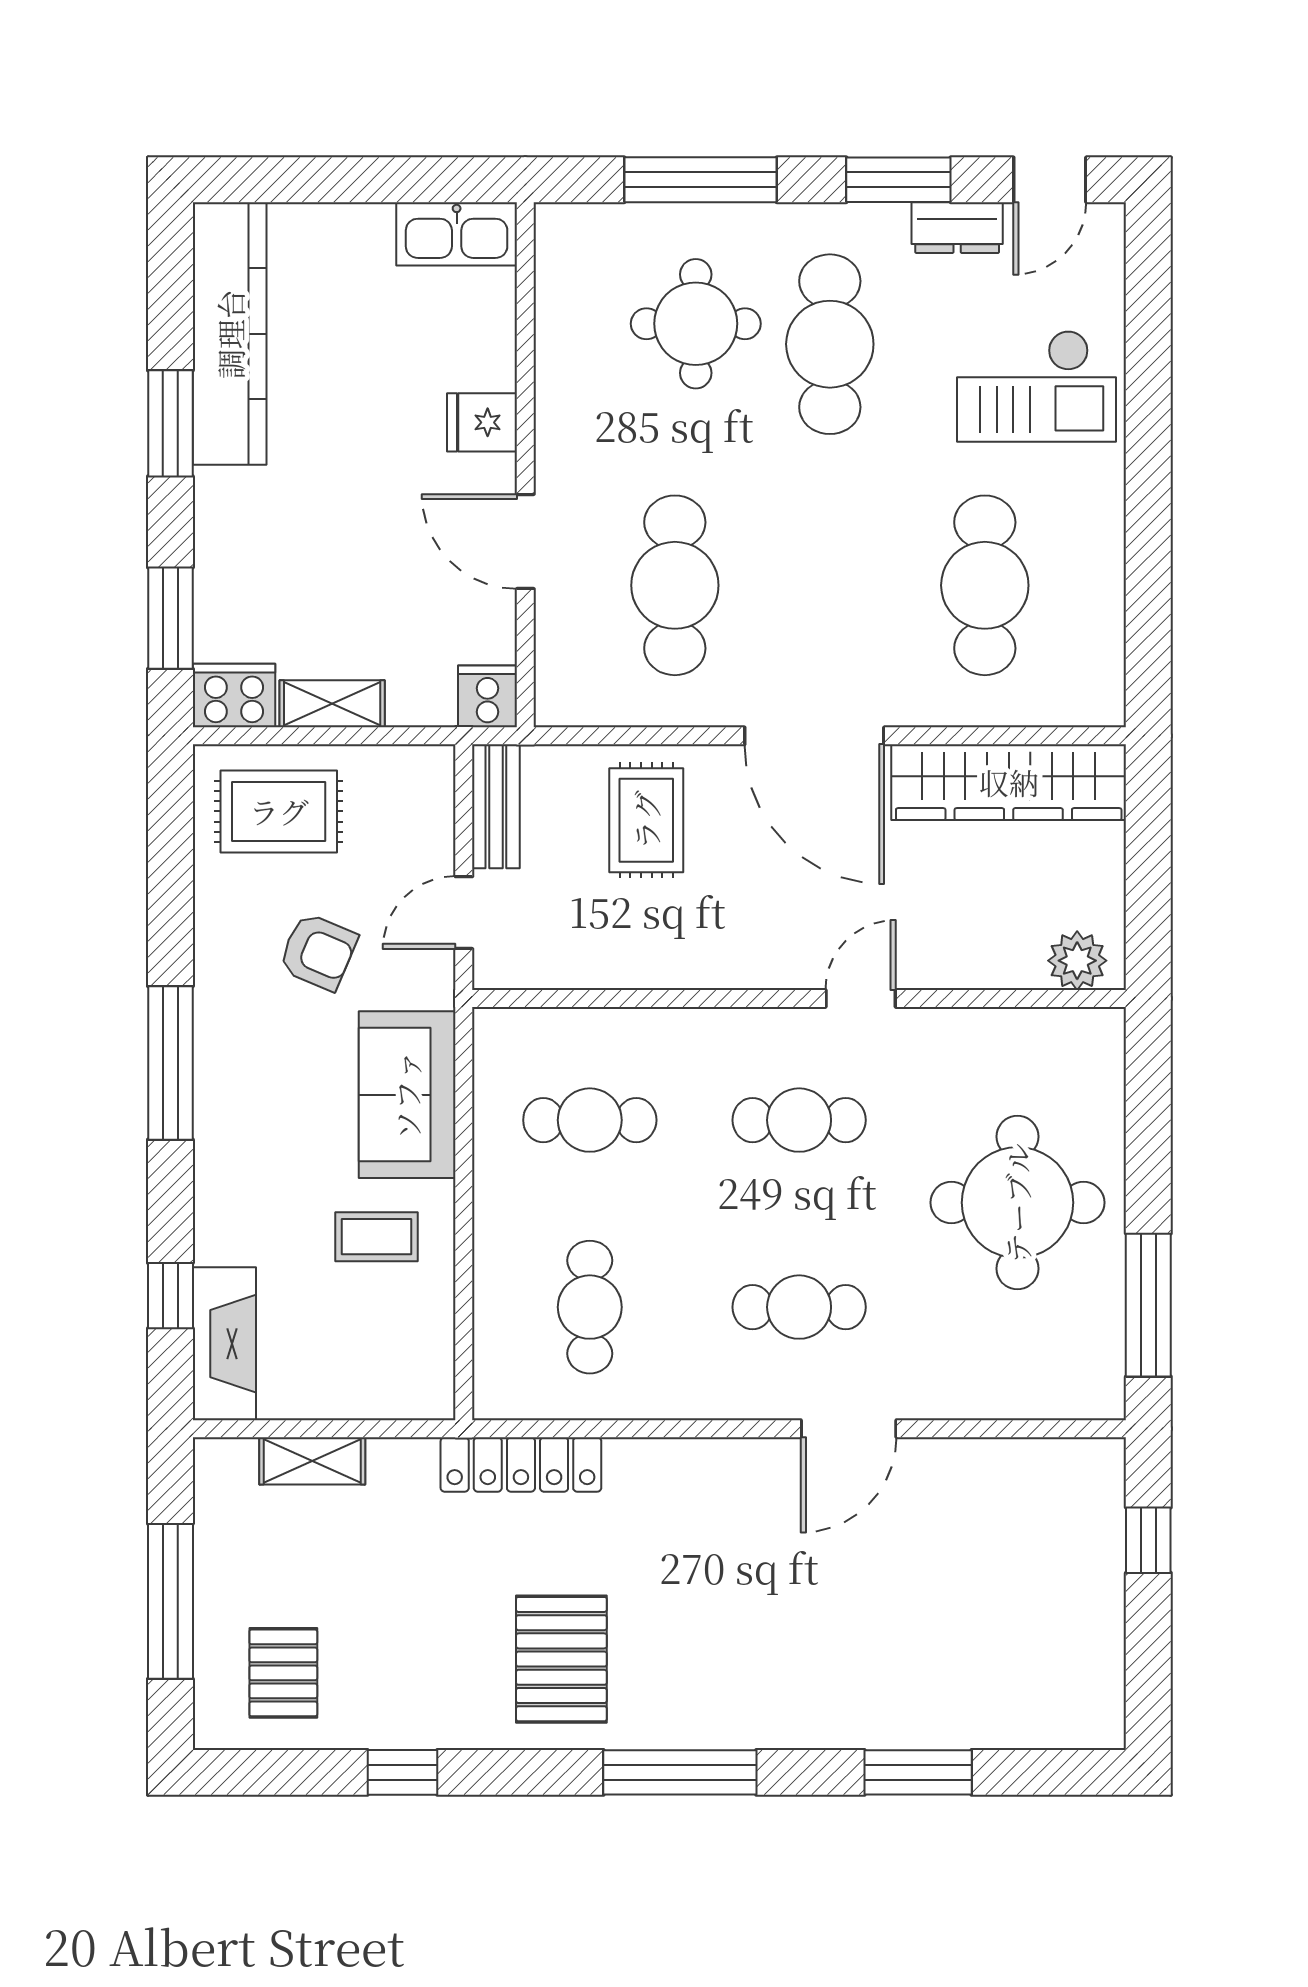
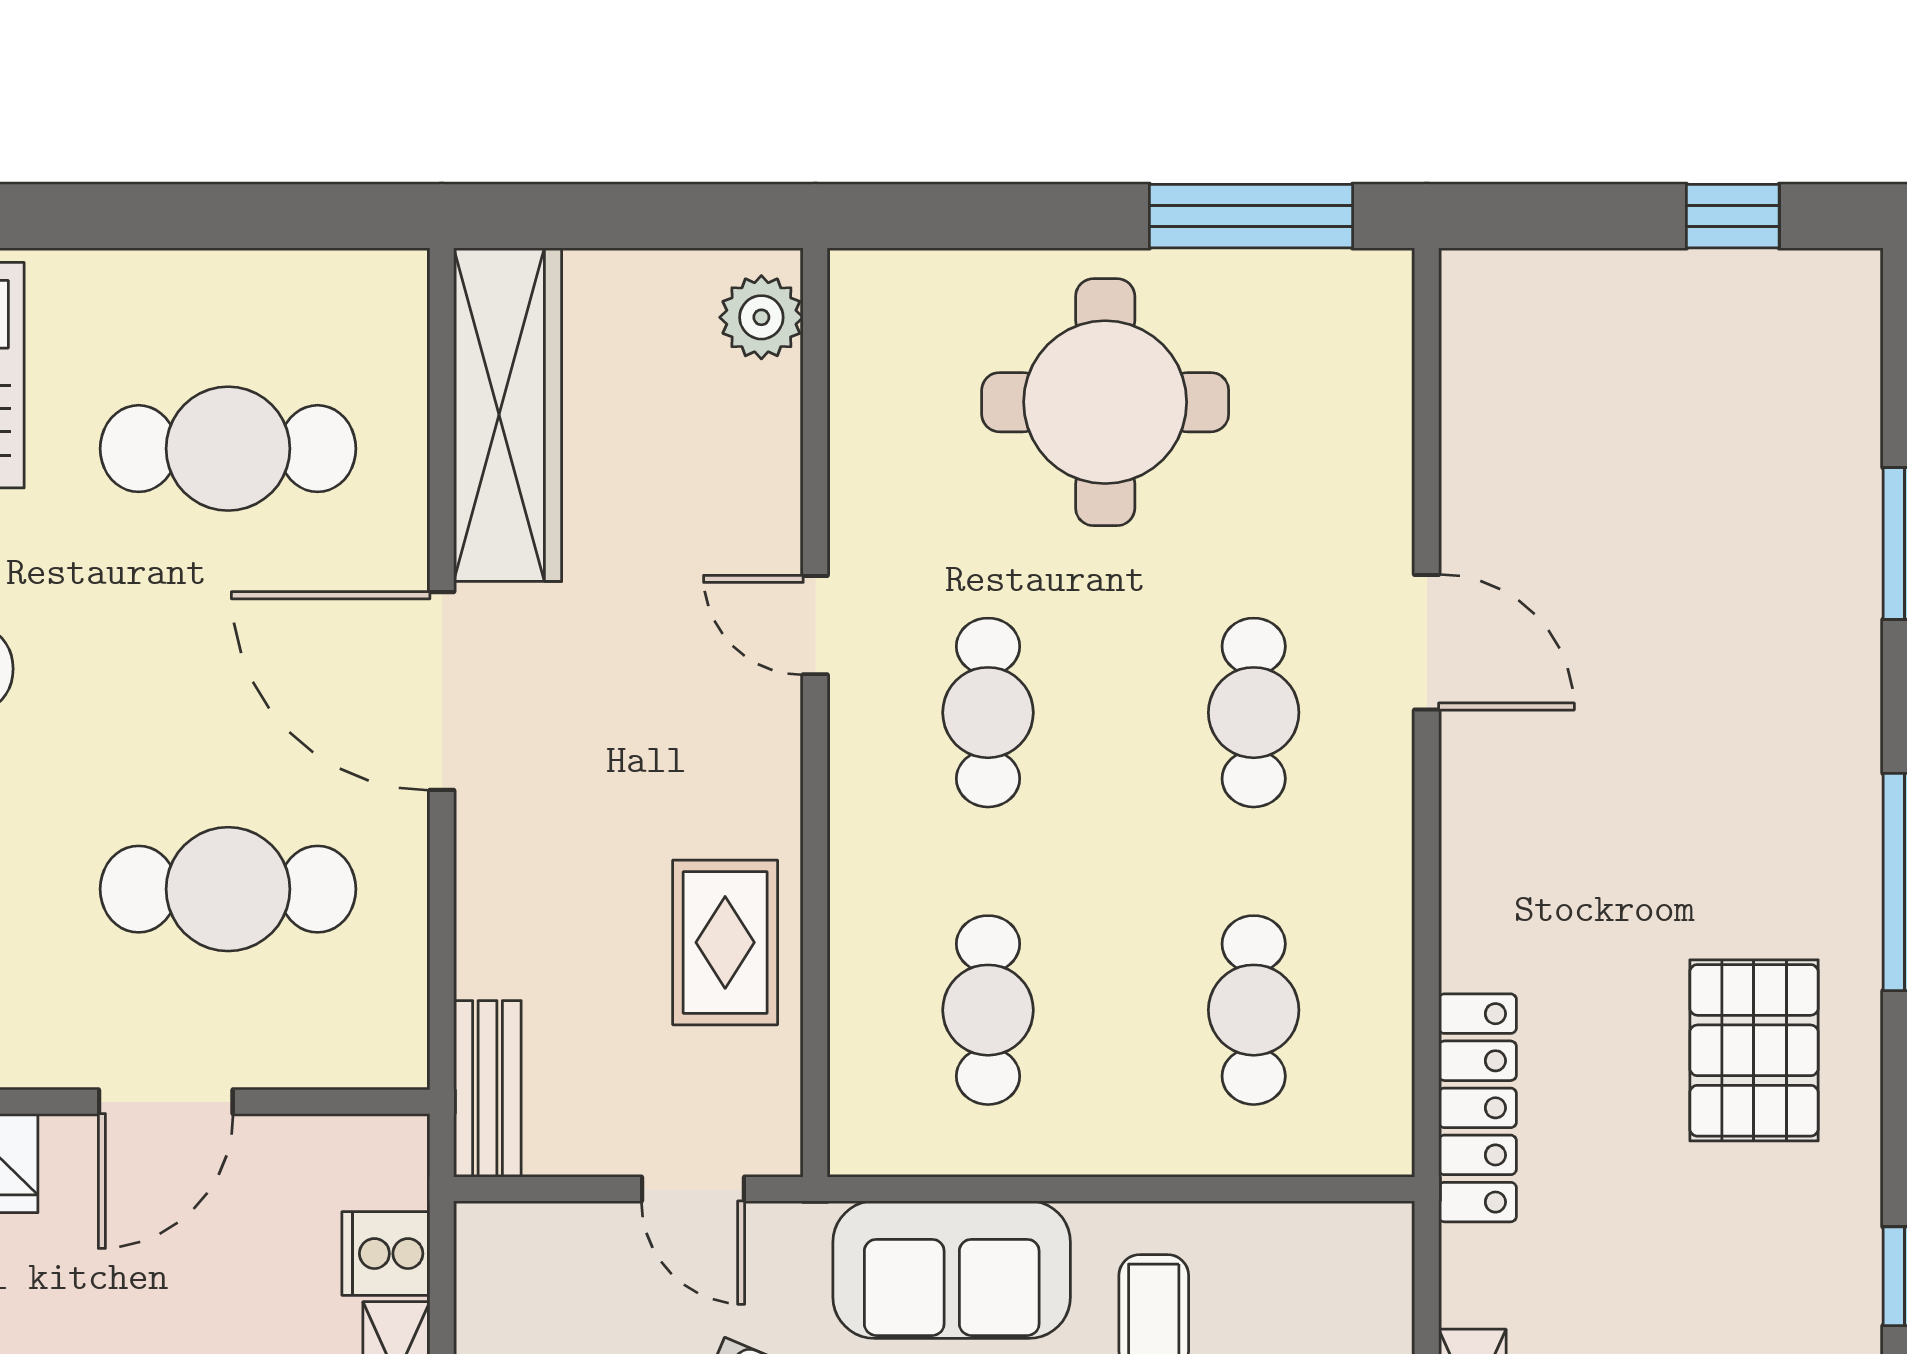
cooker: (487, 696) -> (386, 1254), moved
door: (814, 736) -> (442, 691), swing flipped
bench: (496, 806) -> (487, 1089), moved, turned 90
rug: (646, 820) -> (725, 942), moved, turned 90
cafe table: (590, 1307) -> (1254, 1010), turned 90
window: (1148, 1540) -> (1733, 216), moved
pallet: (561, 1659) -> (1754, 1050), turned 90

